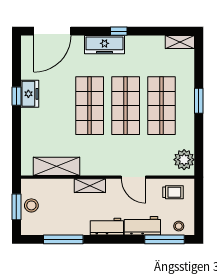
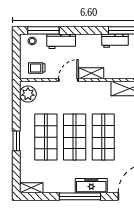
window: (119, 31) -> (80, 196), width x3.17
door: (133, 177) -> (68, 80), hinge flipped
shelving: (90, 186) -> (91, 73), moved
workbench: (107, 227) -> (115, 41), moved

